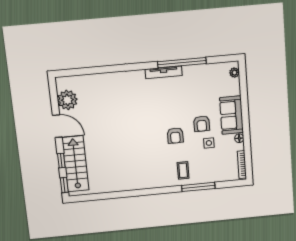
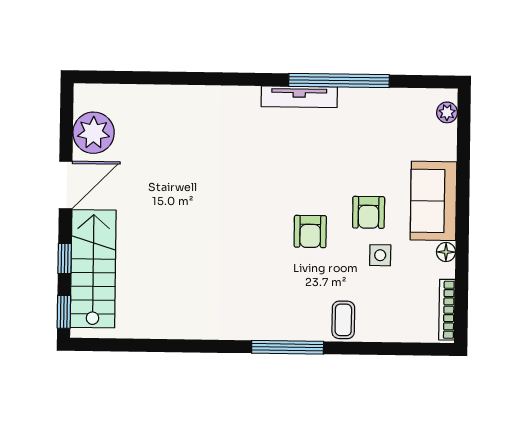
door: (57, 126) -> (66, 185), hinge flipped
coffee table: (183, 170) -> (343, 320), moved
window: (198, 187) -> (288, 347), moved

